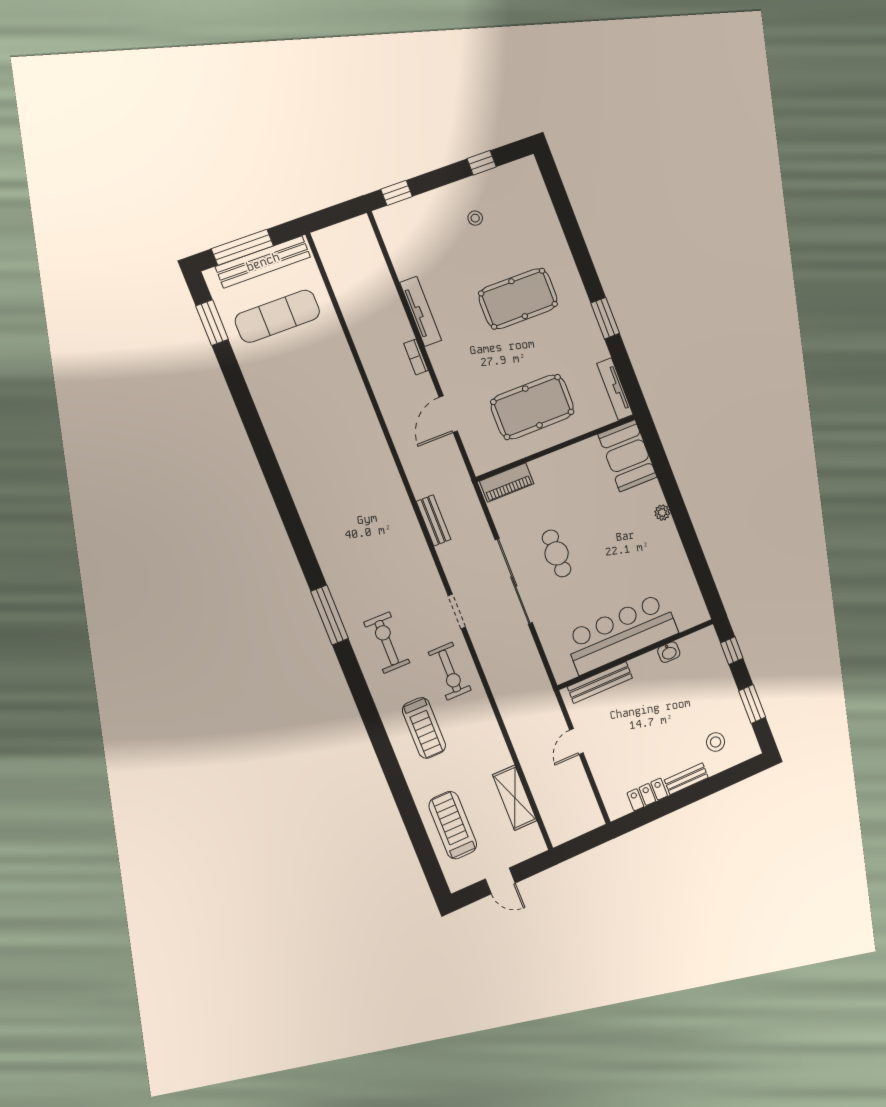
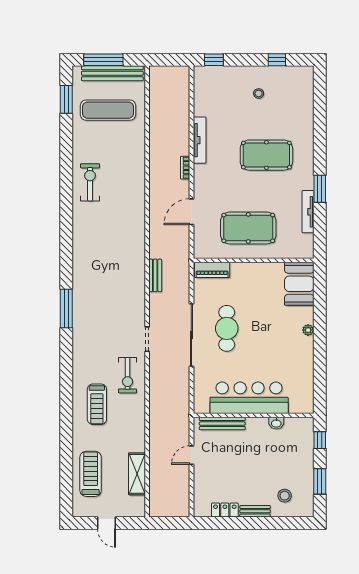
tv unit: (615, 389) -> (308, 212), moved
cafe table: (557, 553) -> (227, 328), width x1.37, depth x1.35
exercise bike: (387, 643) -> (90, 182), moved

